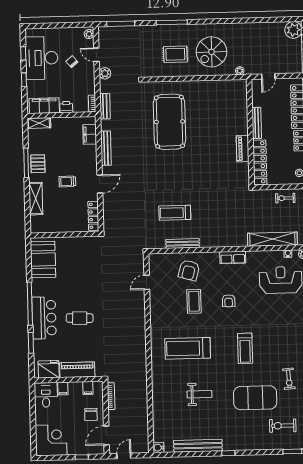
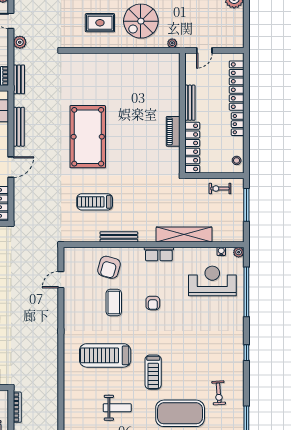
pool table: (169, 122) -> (88, 137), moved
shelving: (272, 239) -> (184, 235), moved
bench: (183, 244) -> (119, 237), moved
treadmill: (245, 348) -> (153, 372), moved

